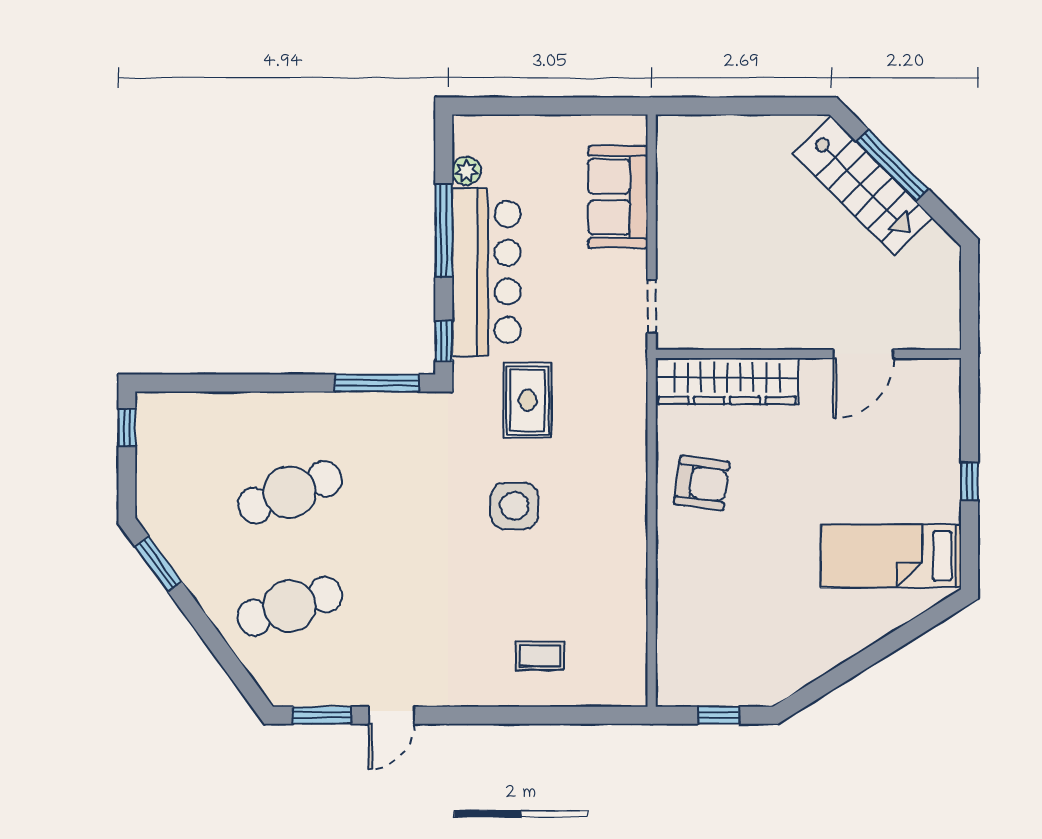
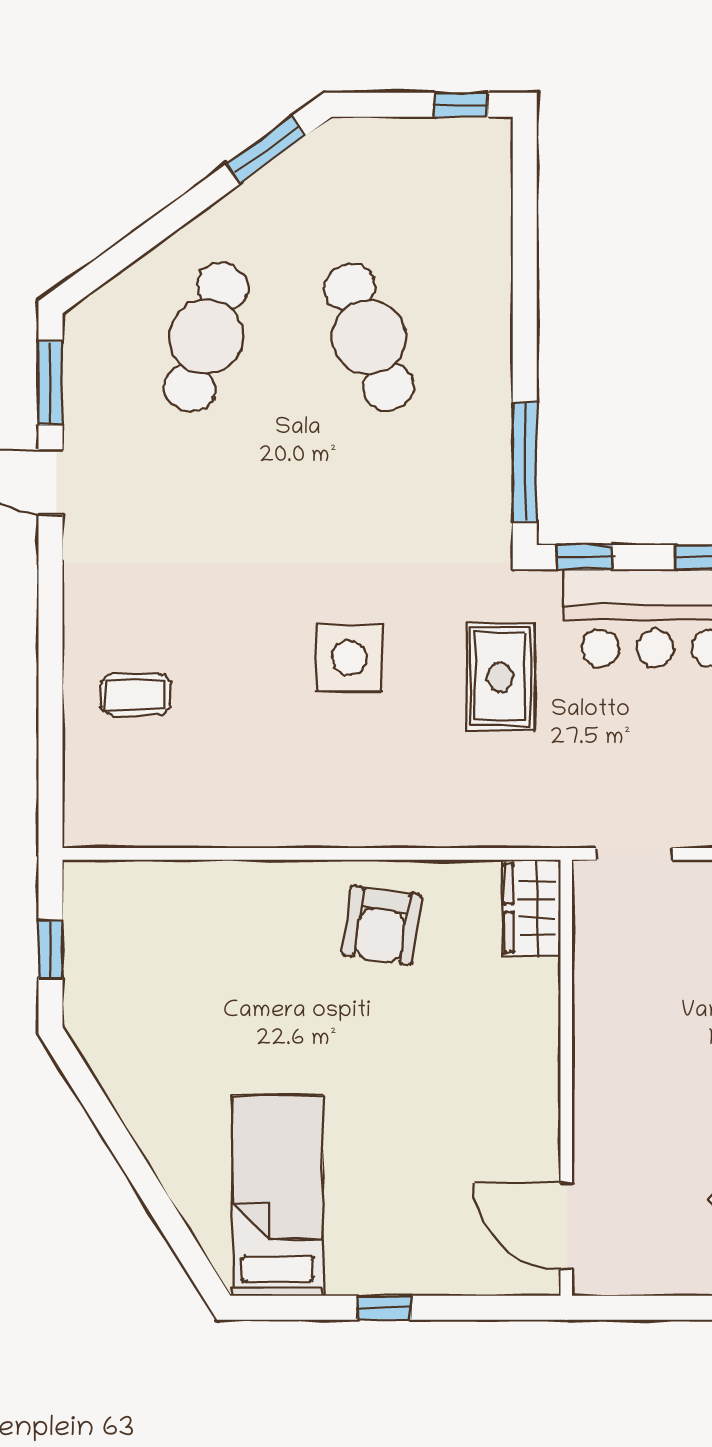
door: (863, 354) -> (566, 1226), moved
wardrobe: (727, 381) -> (532, 908), width x0.48, depth x0.85
rug: (528, 400) -> (500, 677), turned 90
cafe table: (290, 606) -> (206, 337), turned 36
coffee table: (540, 656) -> (135, 694), turned 90

